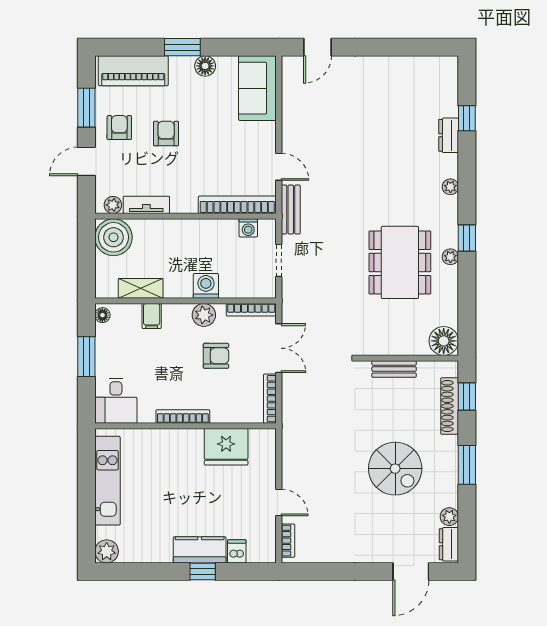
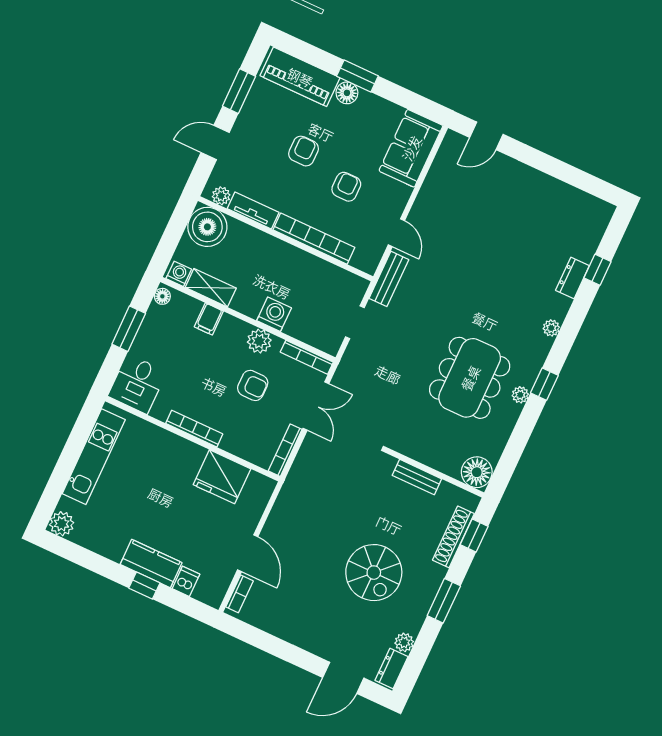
floor lamp: (205, 66) -> (347, 93), moved
armchair: (119, 128) -> (346, 187), moved
bookcase: (237, 205) -> (314, 239), moved
washing machine: (248, 228) -> (179, 274), moved, turned 180
door: (279, 503) -> (248, 553), width x1.38

